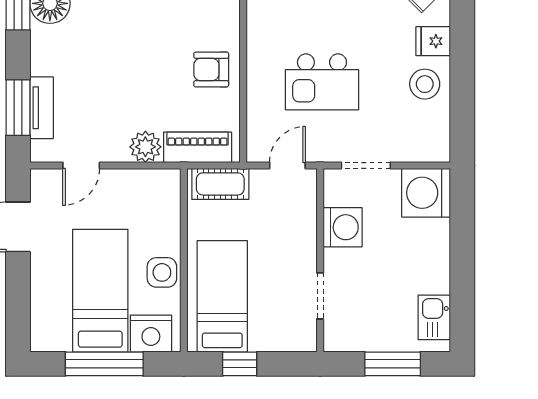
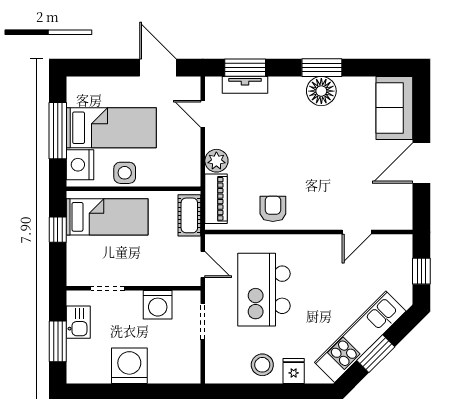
kitchen island: (322, 82) -> (264, 290), width x1.37, depth x1.28
washing machine: (426, 193) -> (129, 366), moved
kitchen sink: (434, 317) -> (78, 322), moved, turned 90

